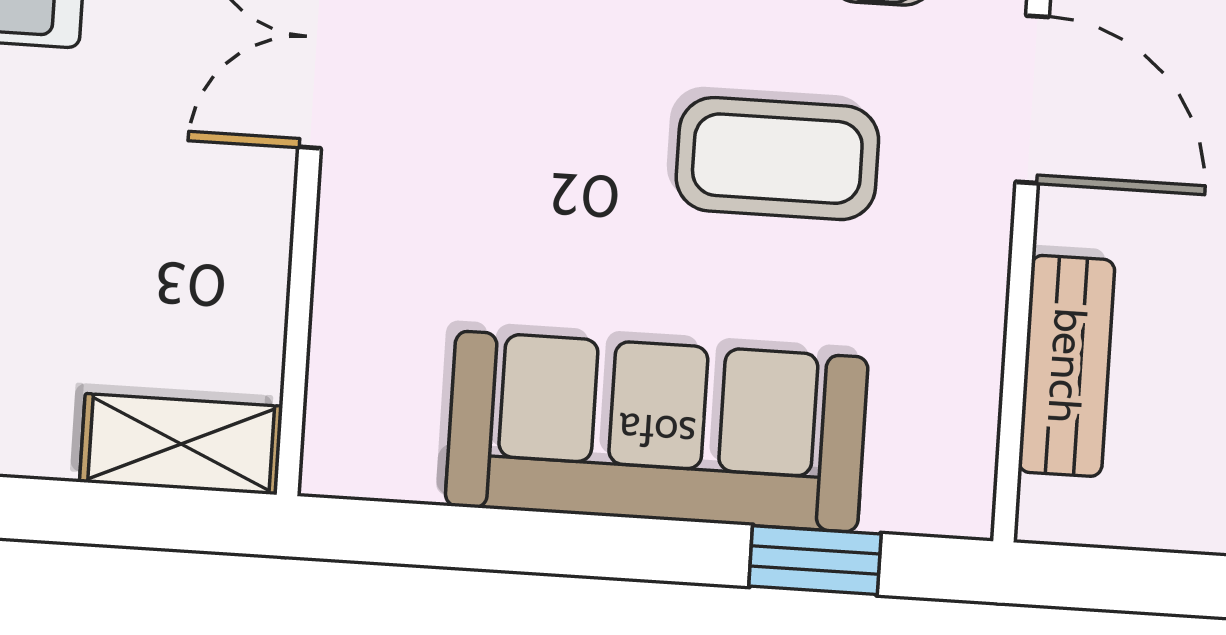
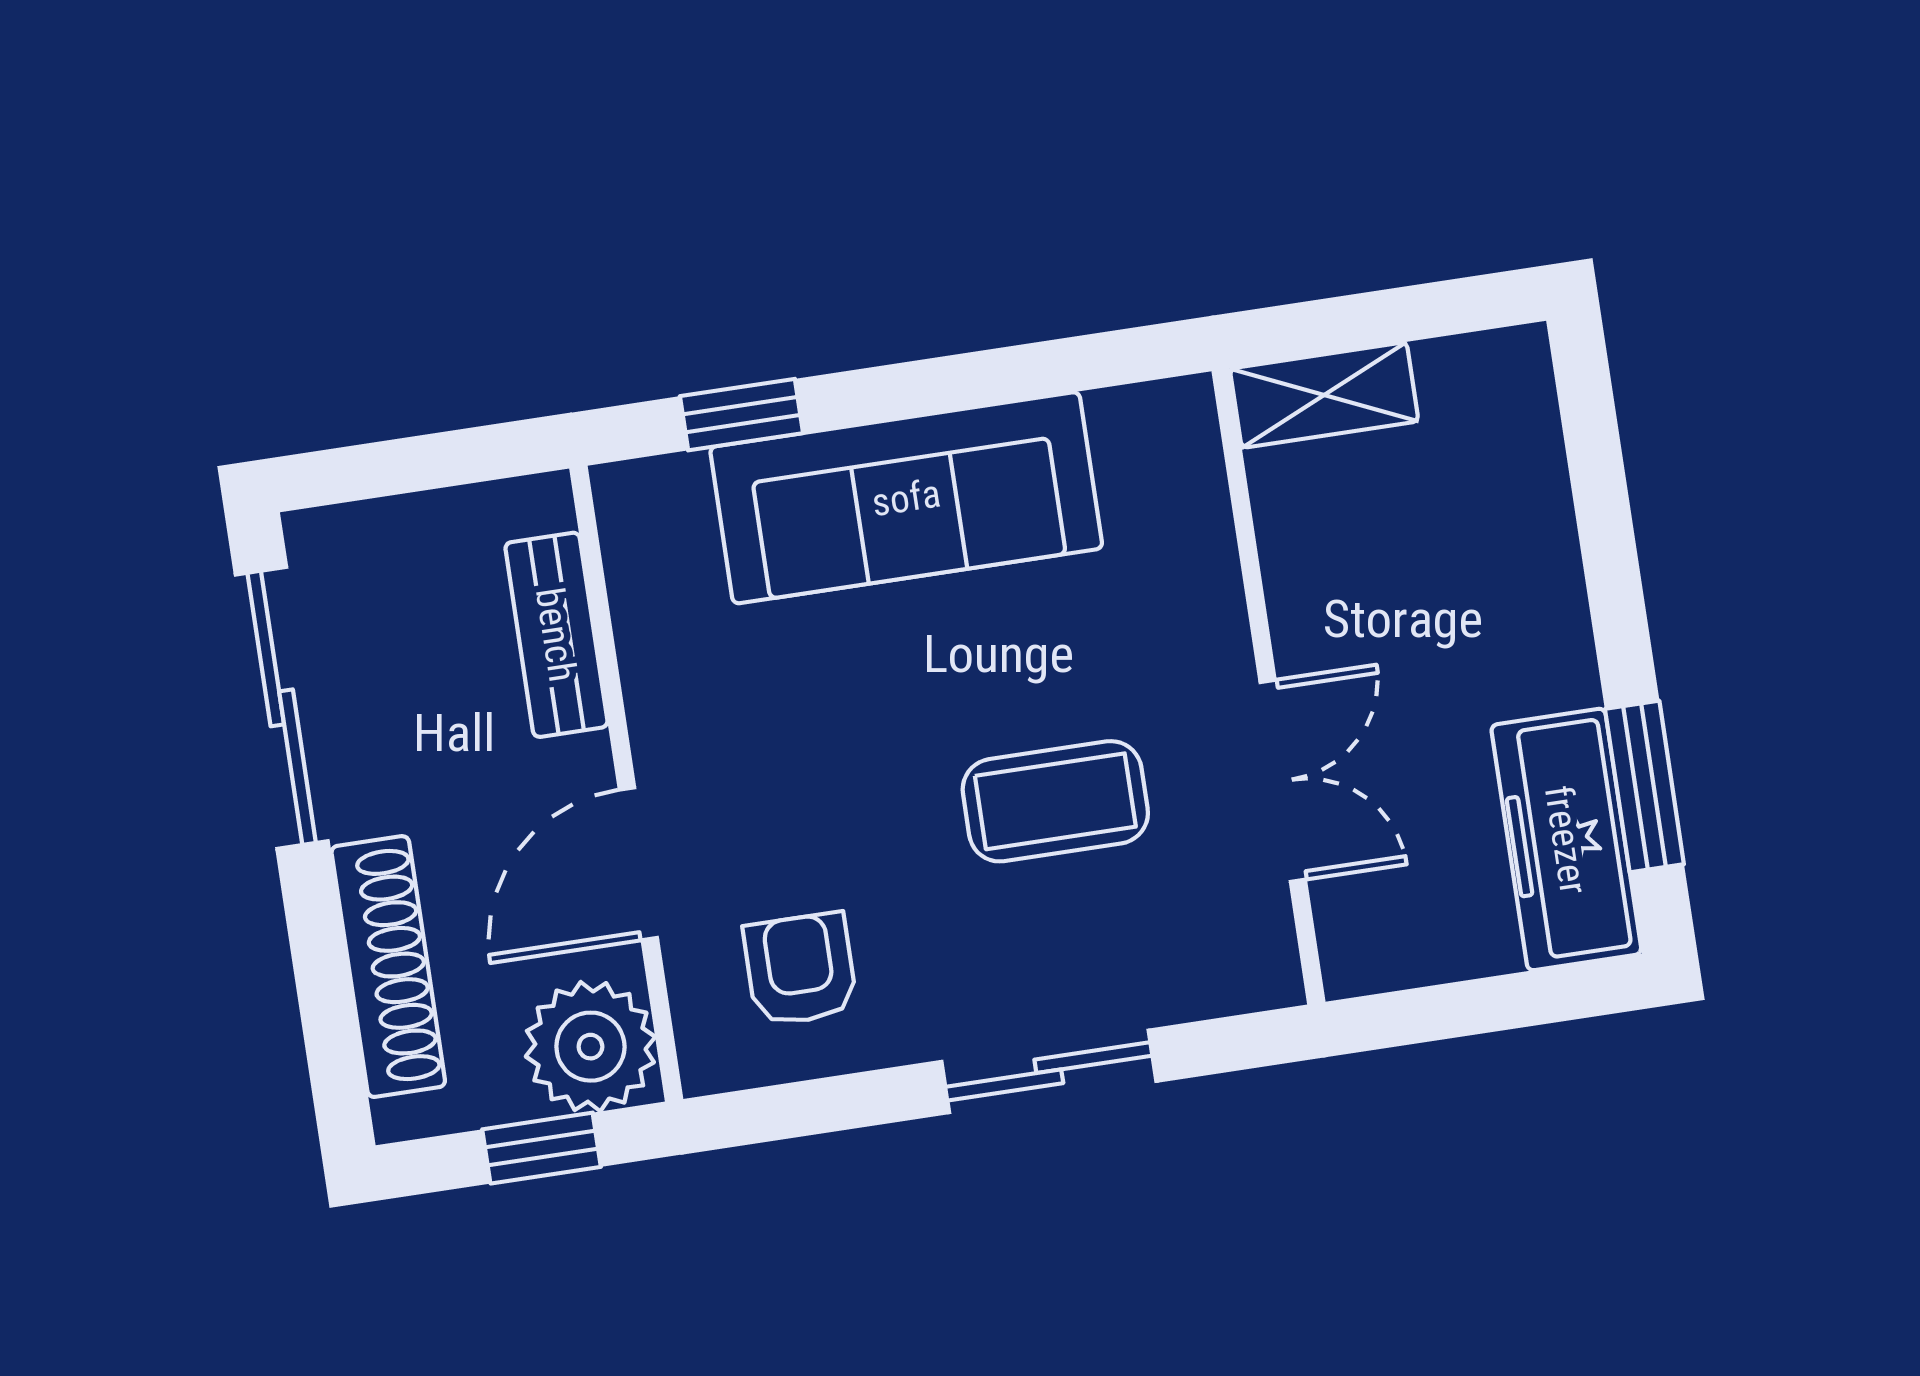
door: (1032, 99) -> (638, 864), hinge flipped
coffee table: (777, 159) -> (1055, 801), moved

